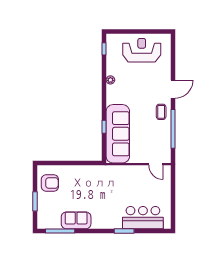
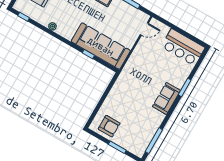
armchair: (50, 183) -> (109, 126), turned 90
bar counter: (143, 218) -> (183, 47), moved, turned -90
sofa: (76, 220) -> (166, 98), moved

